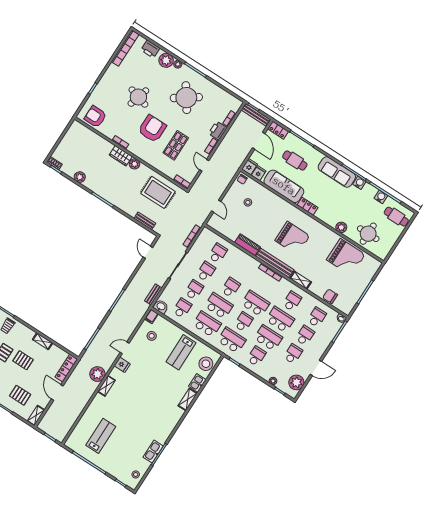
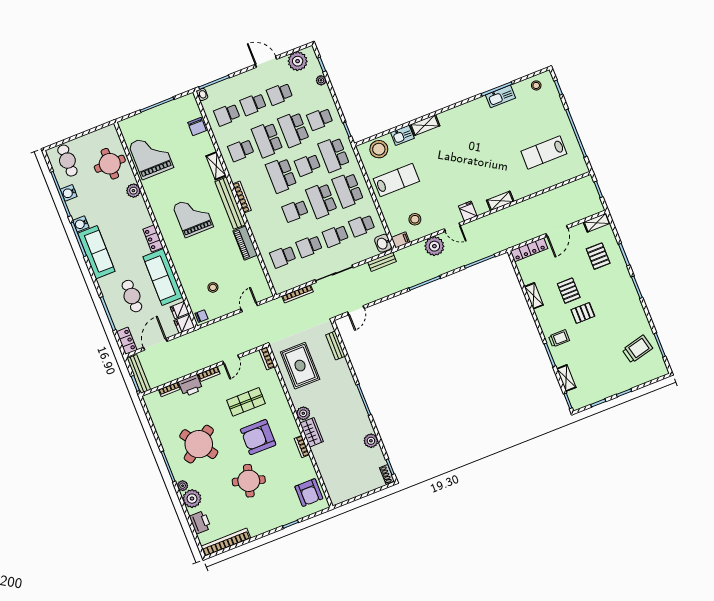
plant: (97, 374) -> (434, 246), moved

